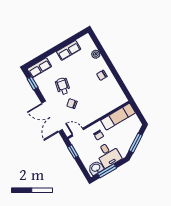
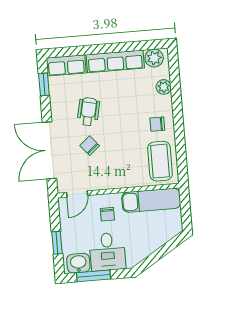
plant: (83, 42) -> (154, 58), added
row of seats: (69, 50) -> (115, 61), width x1.48
coffee table: (113, 94) -> (160, 161), added
door: (78, 132) -> (77, 194), swing flipped
window: (136, 143) -> (159, 254), removed
window: (73, 152) -> (57, 243), moved

